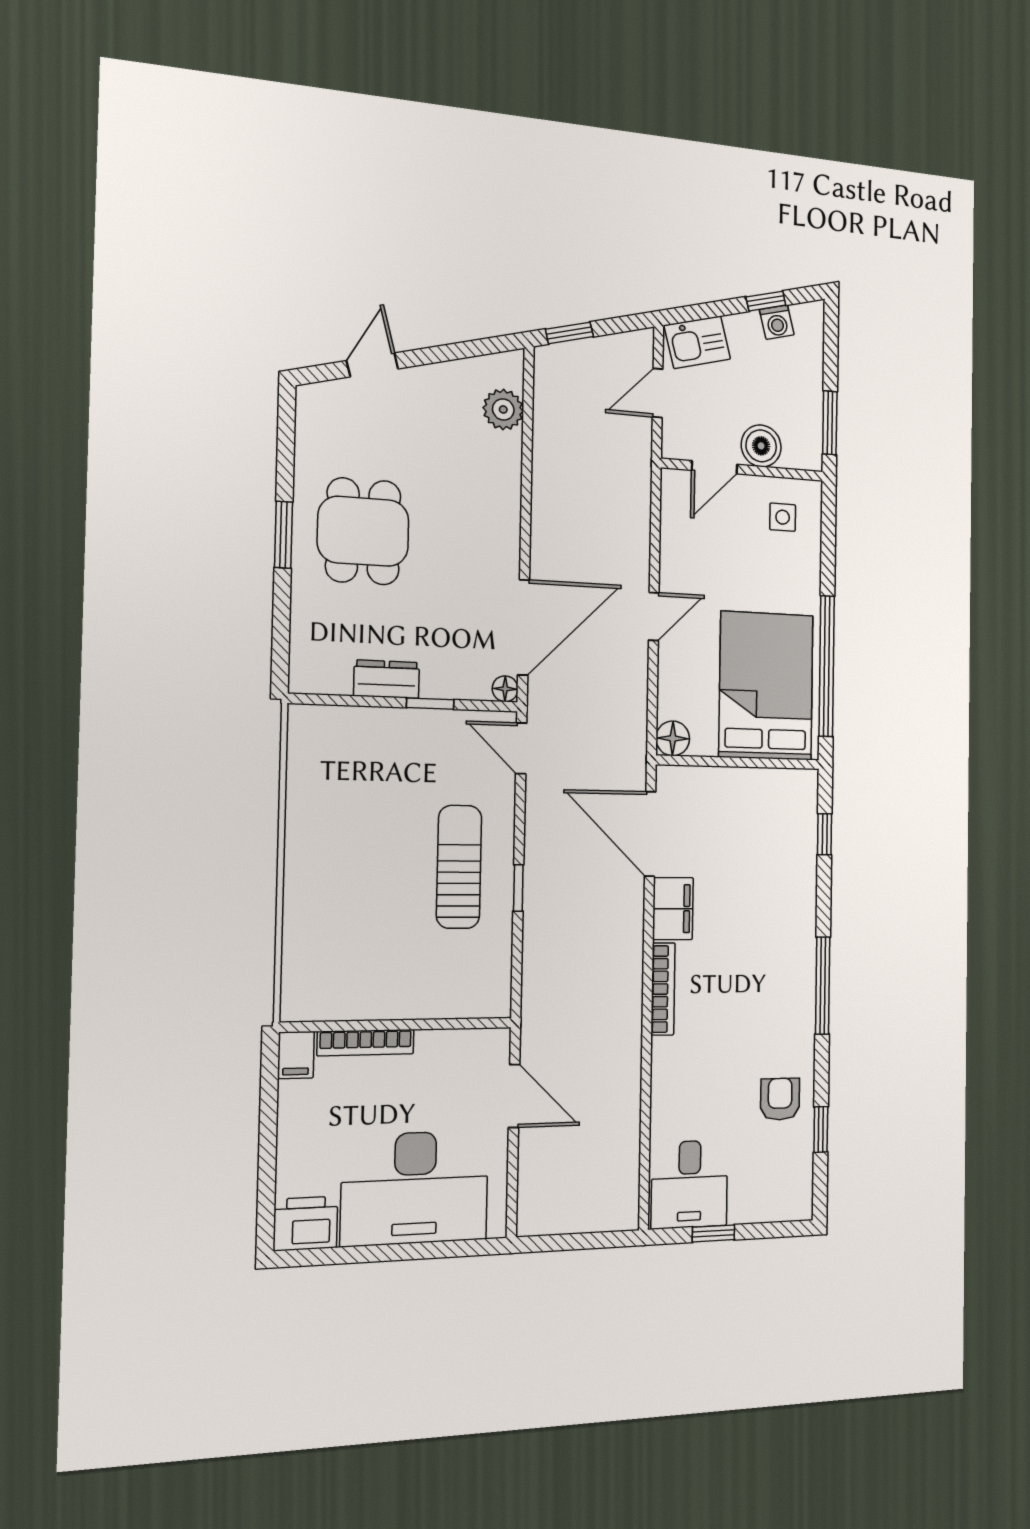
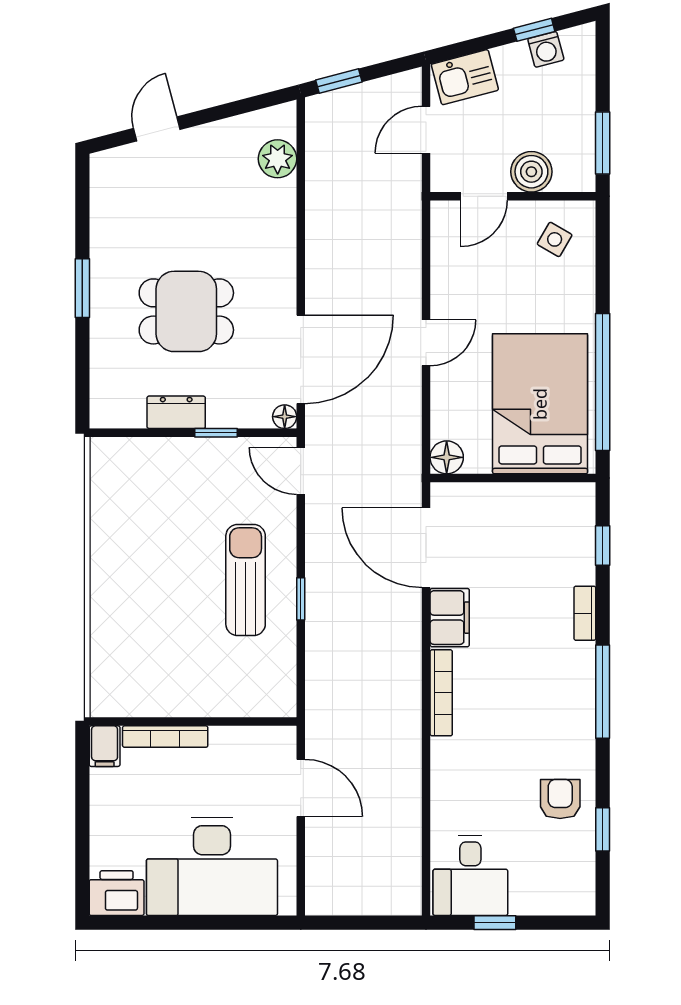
side table: (783, 517) -> (555, 239), turned 30
dining table: (363, 531) -> (186, 311), moved, turned 90
bookcase: (807, 904) -> (585, 613), added

